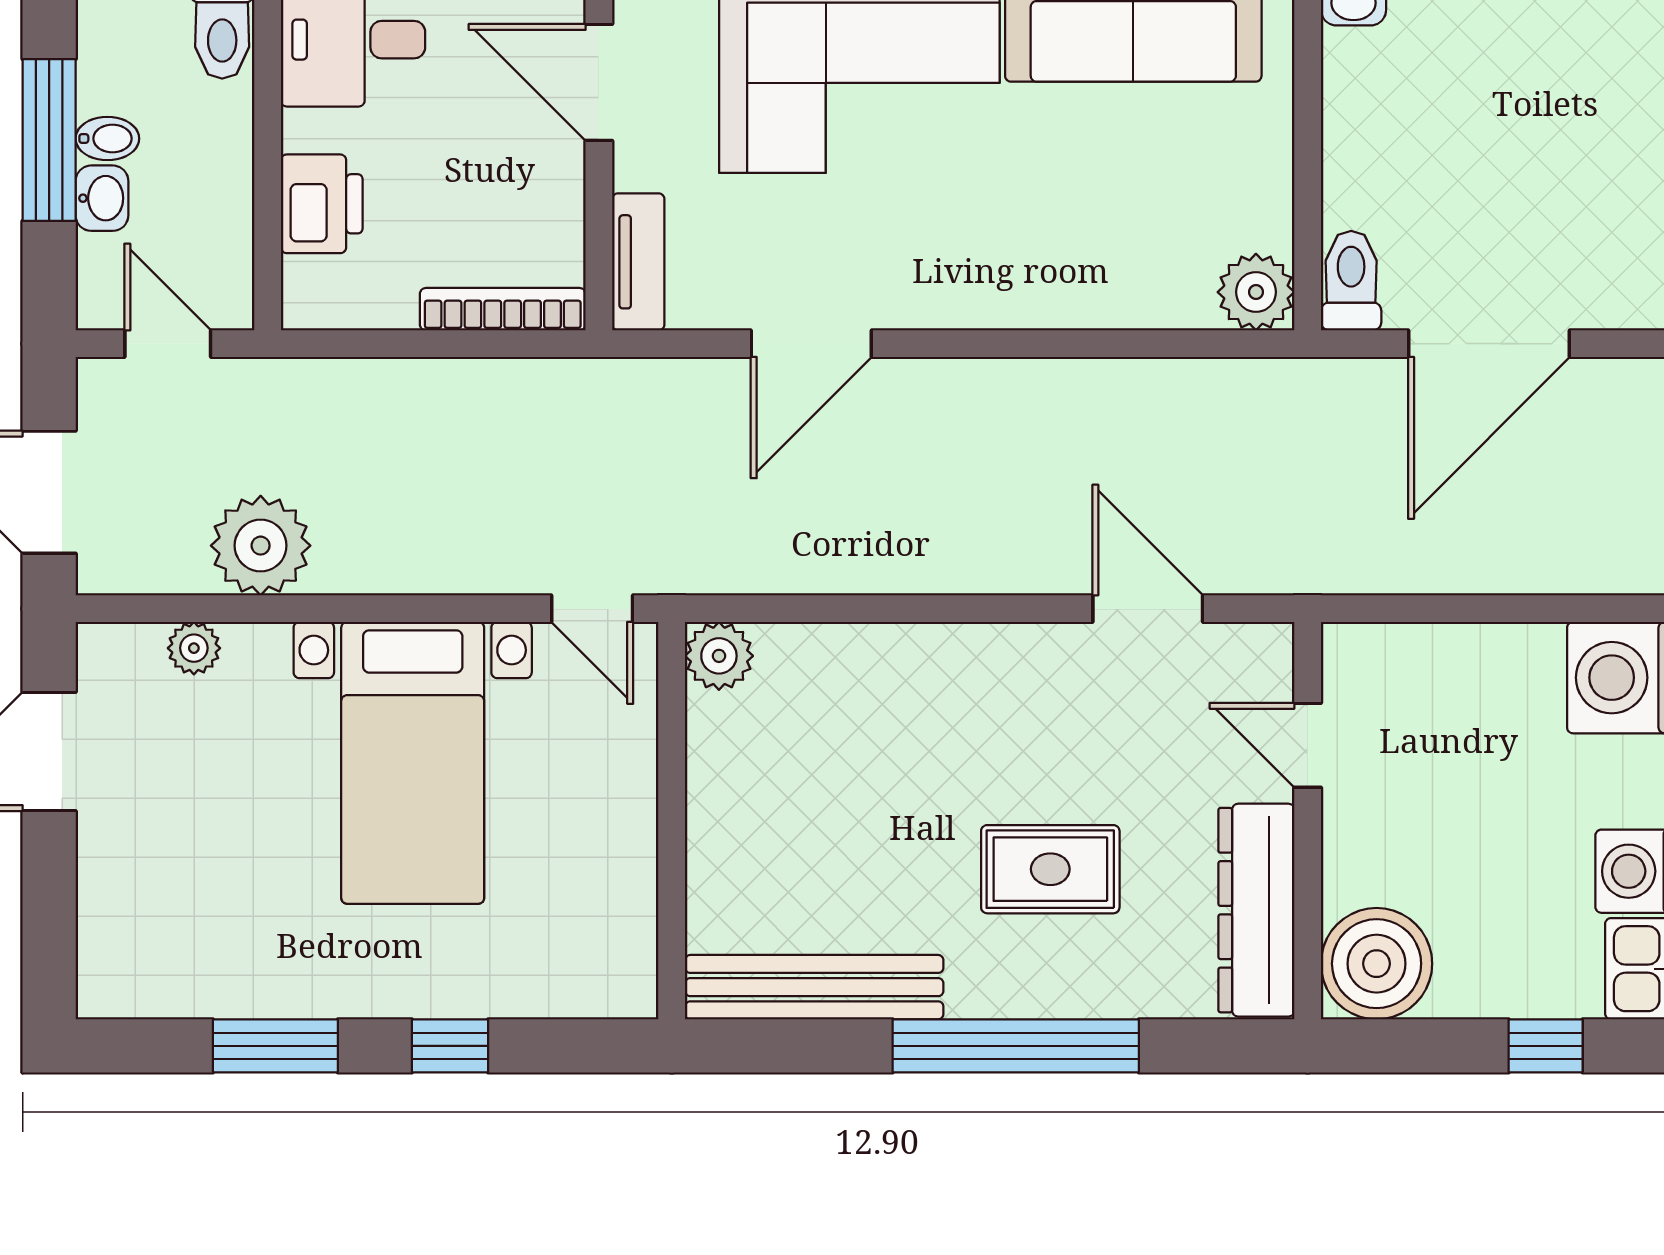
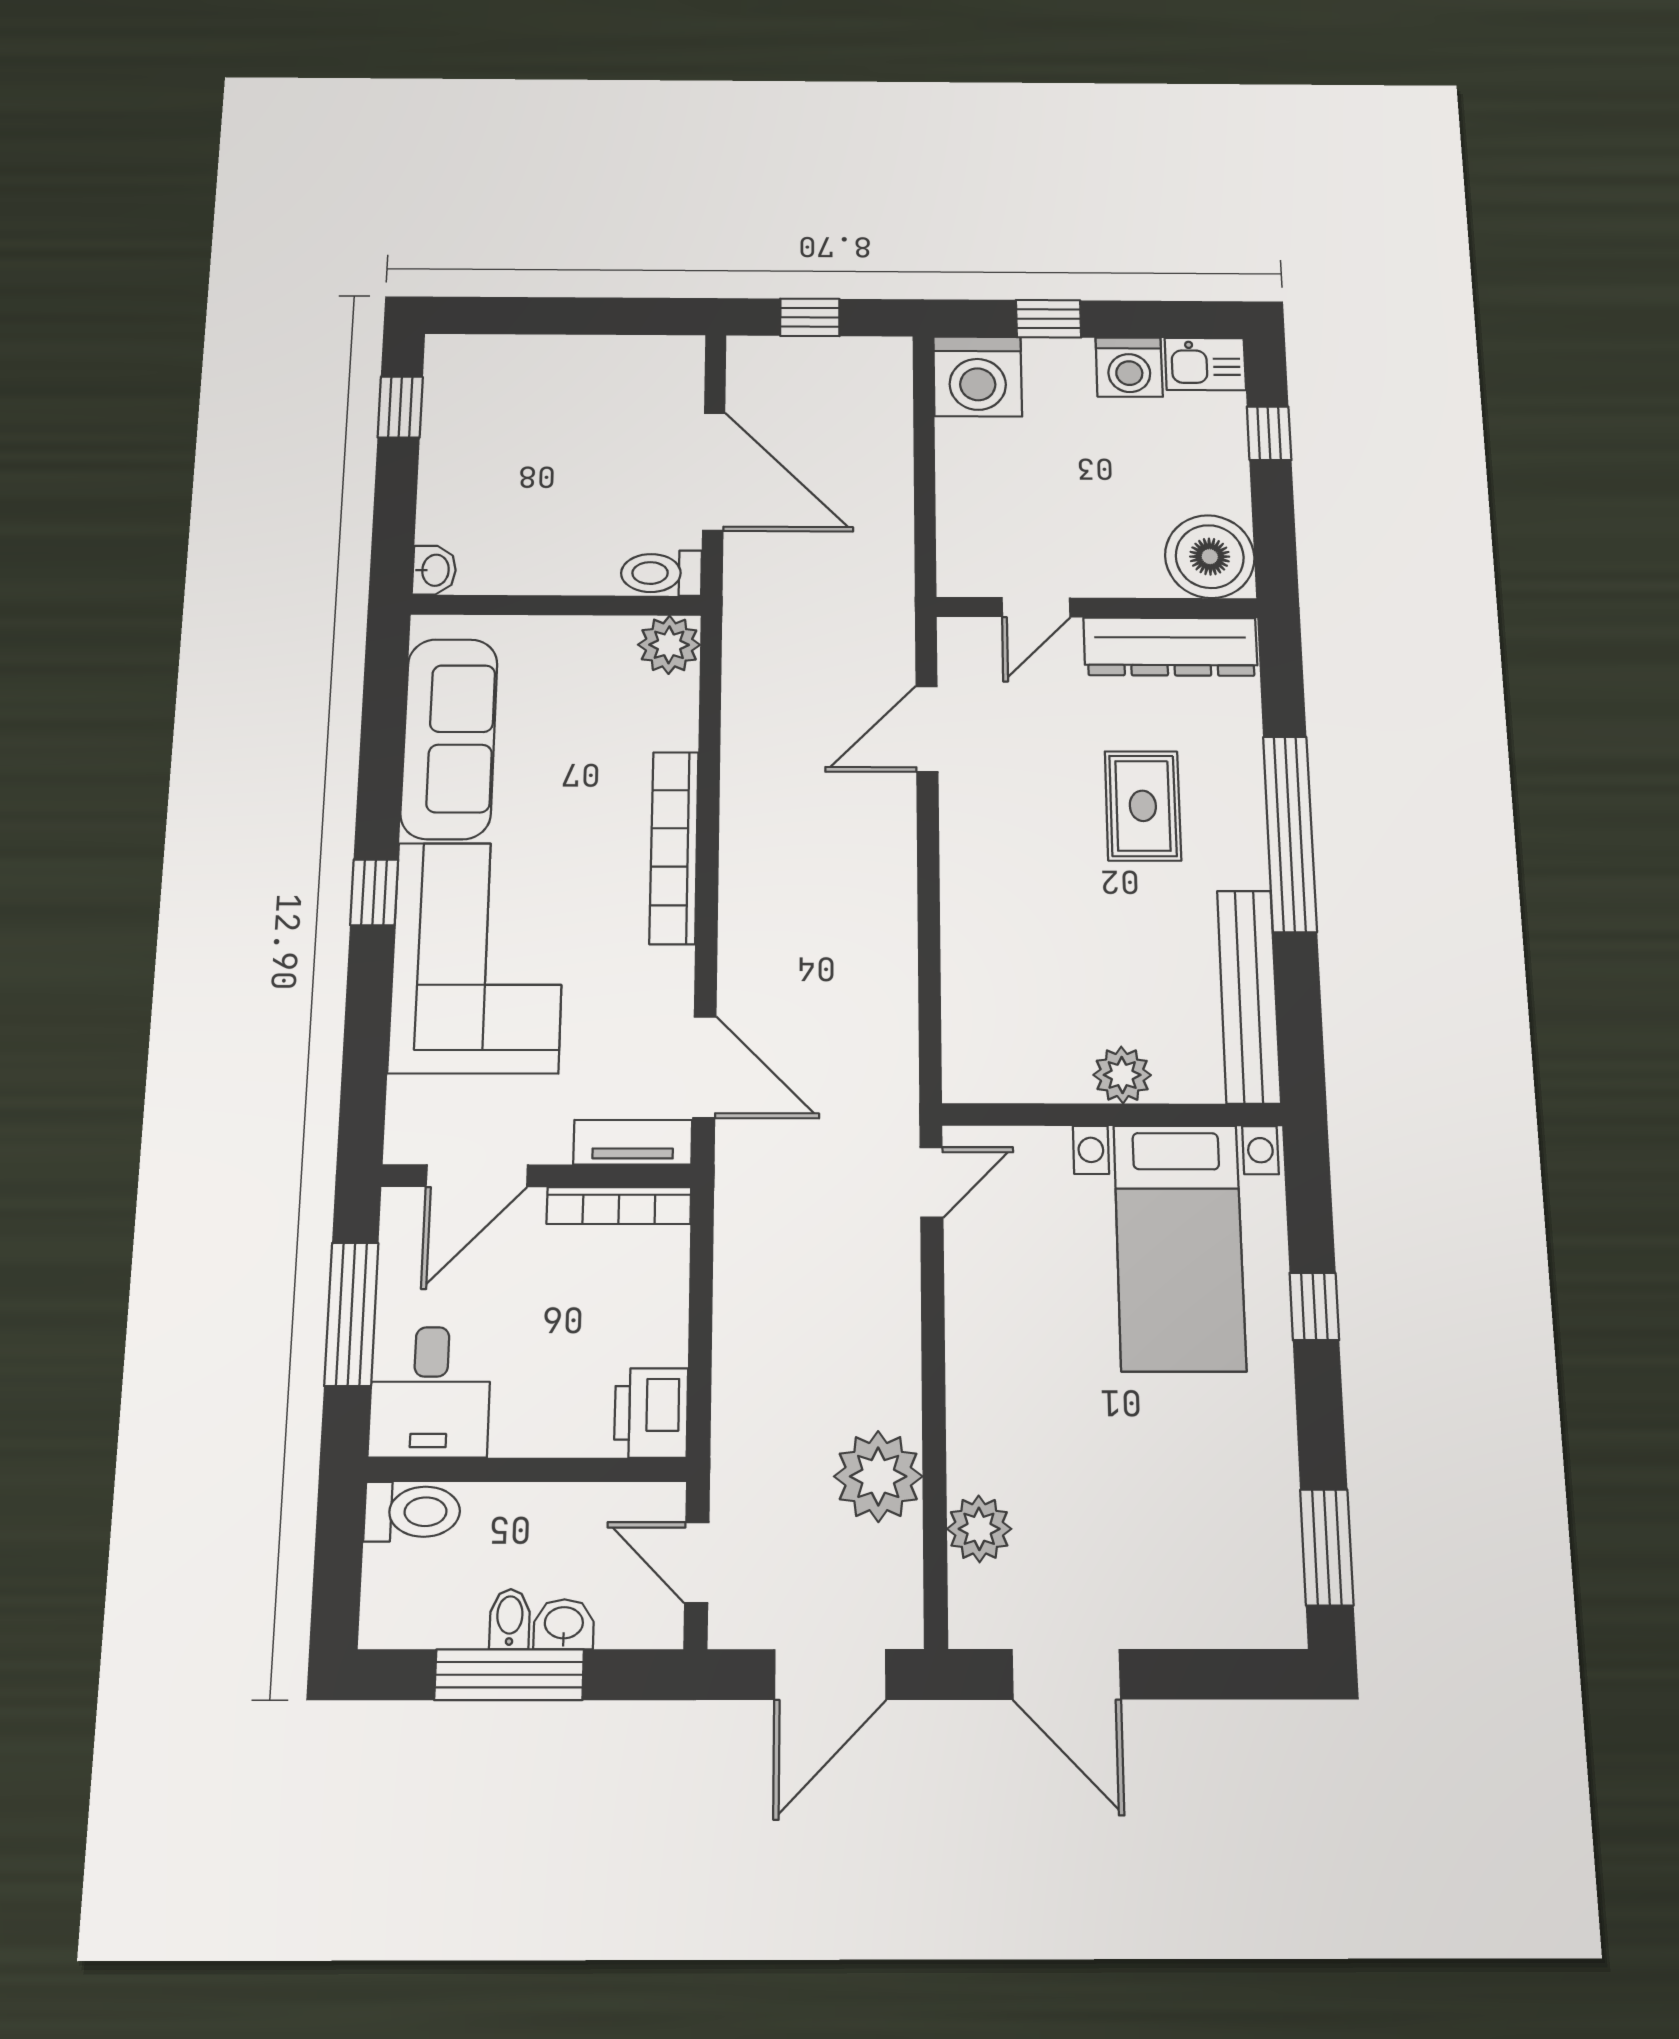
printer: (322, 204) -> (651, 1413), moved, turned -90
bookcase: (996, 303) -> (674, 847), added
bookcase: (503, 309) -> (619, 1206), moved, turned -90
door: (168, 344) -> (697, 1562), hinge flipped
door: (811, 344) -> (704, 1067), moved
plant: (194, 648) -> (979, 1529), width x1.38, depth x1.38
plant: (719, 656) -> (1122, 1075), moved
bed with nightstands: (413, 763) -> (1179, 1247), moved, turned 90
window: (275, 1046) -> (1327, 1547), moved

